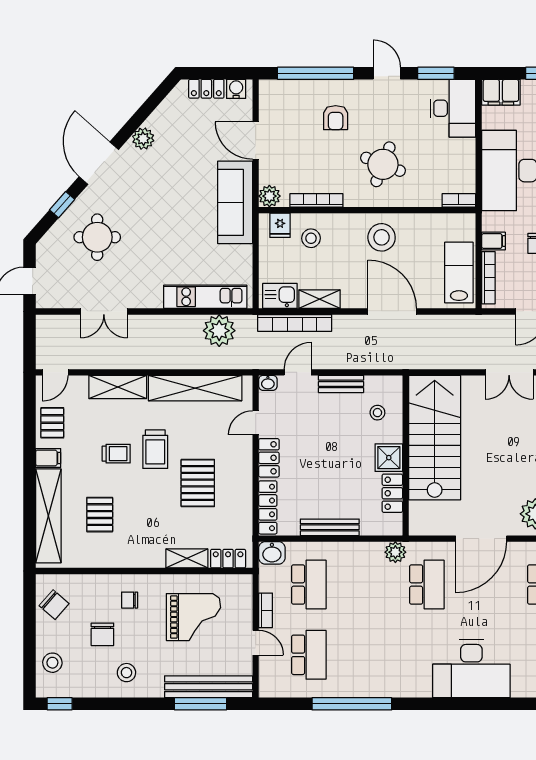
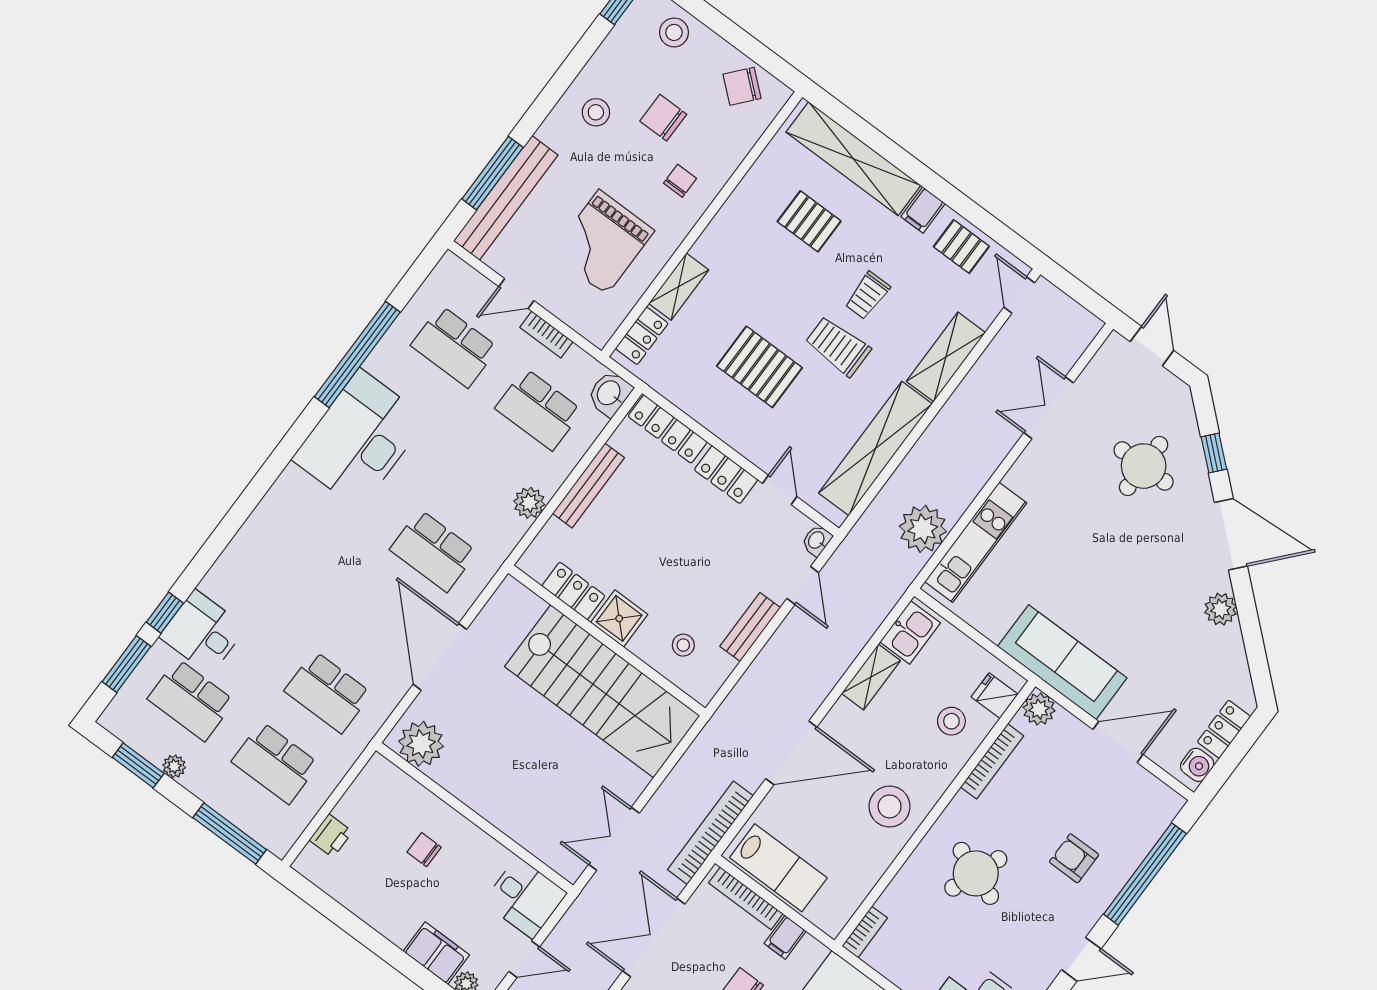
bookcase: (295, 323) -> (710, 833), moved
plant: (395, 552) -> (529, 503), moved
desk: (471, 669) -> (360, 439), moved

